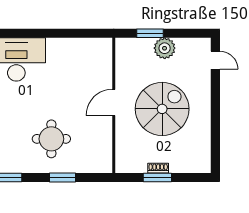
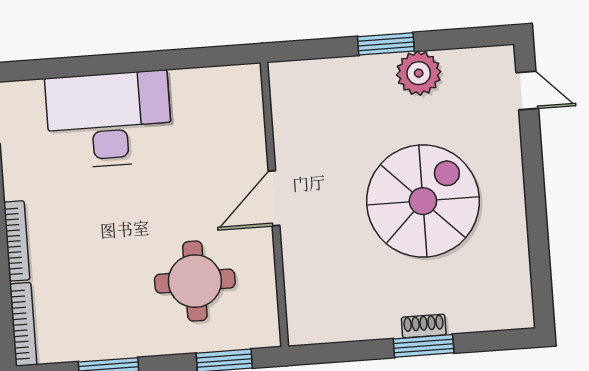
door: (114, 102) -> (274, 198), moved
wall: (114, 105) -> (274, 204), moved

